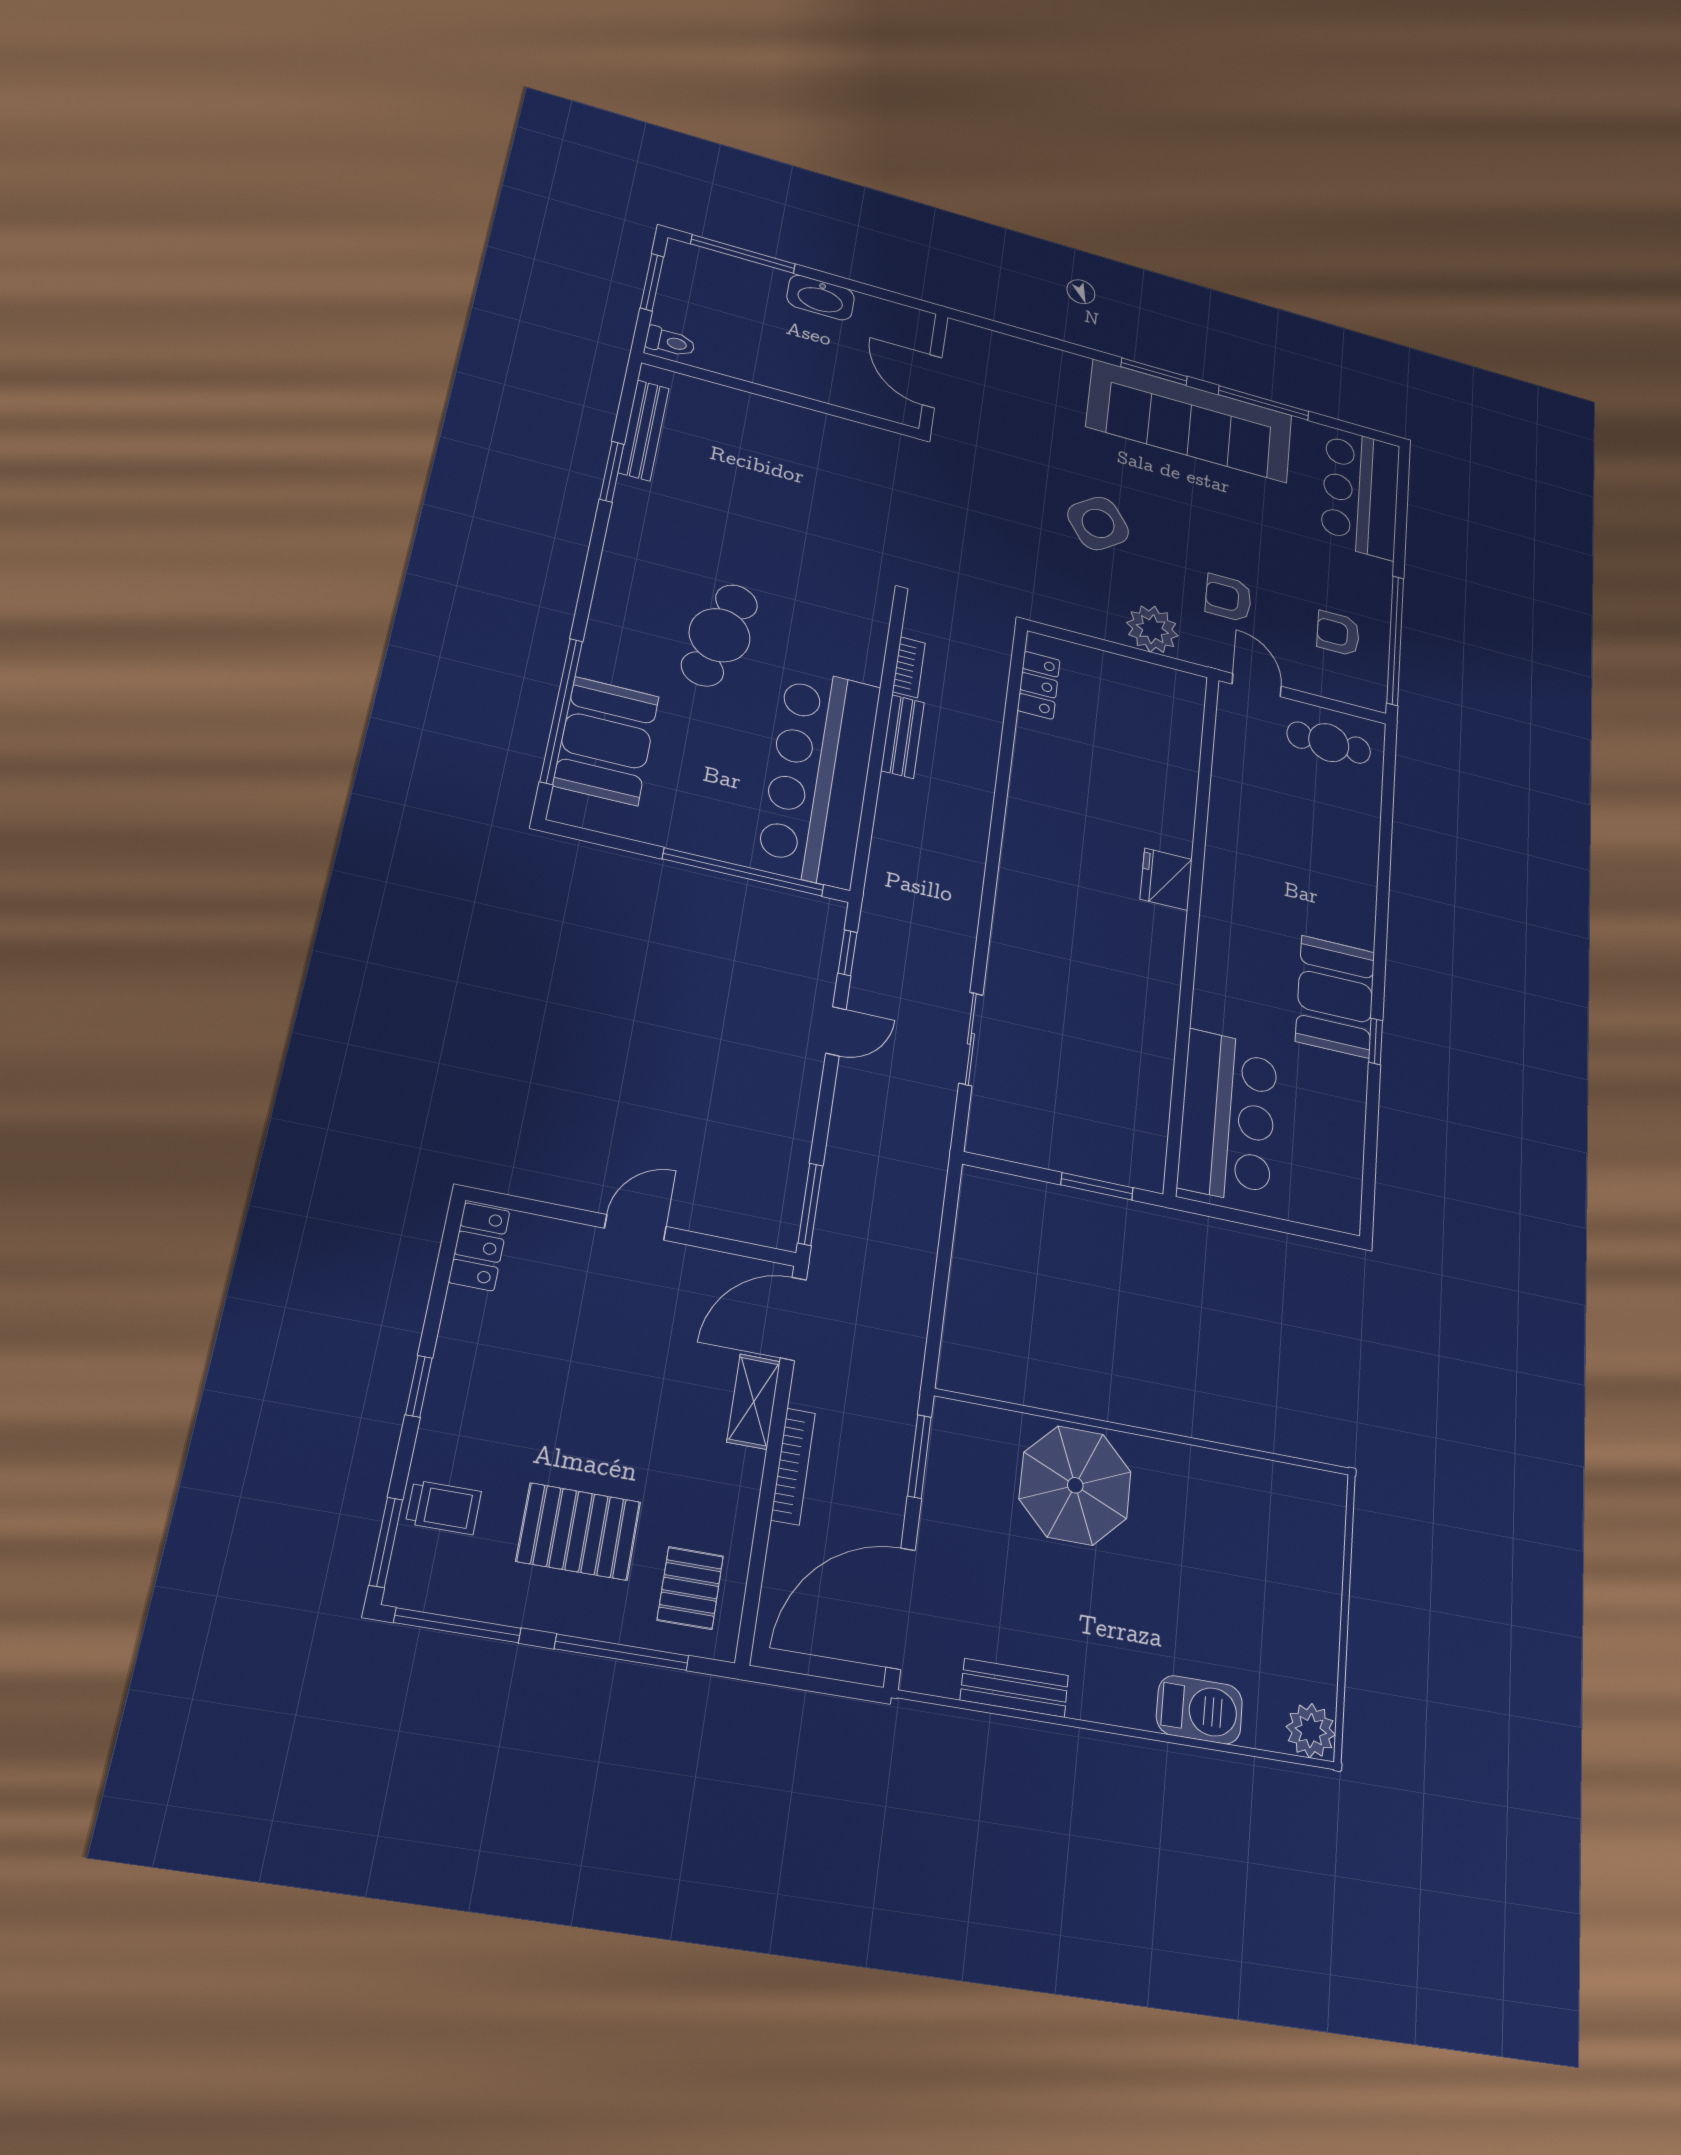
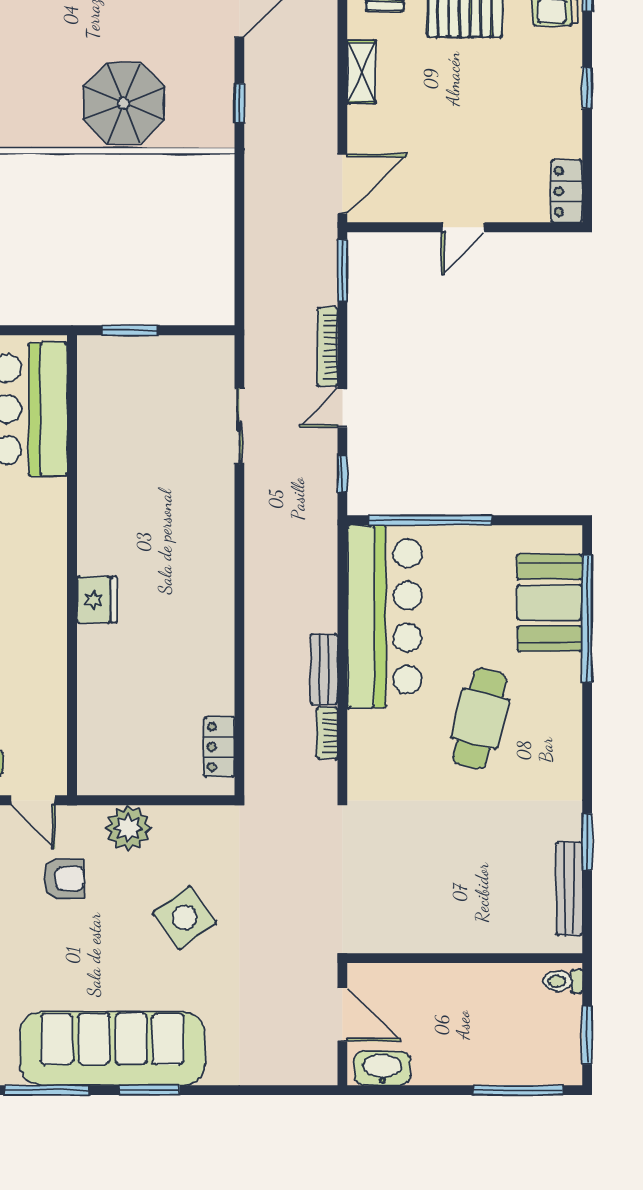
washbasin: (821, 298) -> (382, 1068), moved
shelving: (754, 1402) -> (361, 72), moved
window: (919, 1457) -> (239, 103), width x0.67
bookcase: (793, 1466) -> (327, 347), moved

